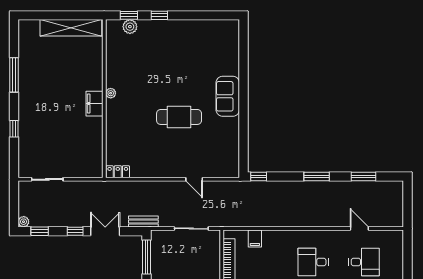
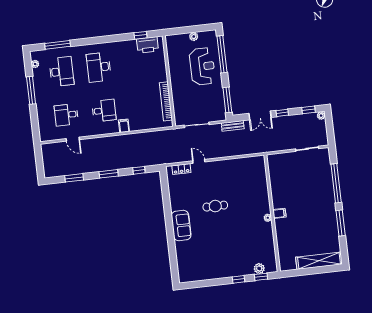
shelving: (71, 28) -> (319, 261), moved
filing cabinet: (94, 104) -> (279, 213), width x0.50
cafe table: (179, 117) -> (215, 206), width x0.73, depth x0.74
window: (14, 129) -> (336, 183), width x3.17
locker: (118, 172) -> (181, 169), moved
window: (259, 177) -> (139, 170), moved
filing cabinet: (255, 239) -> (124, 126), moved

